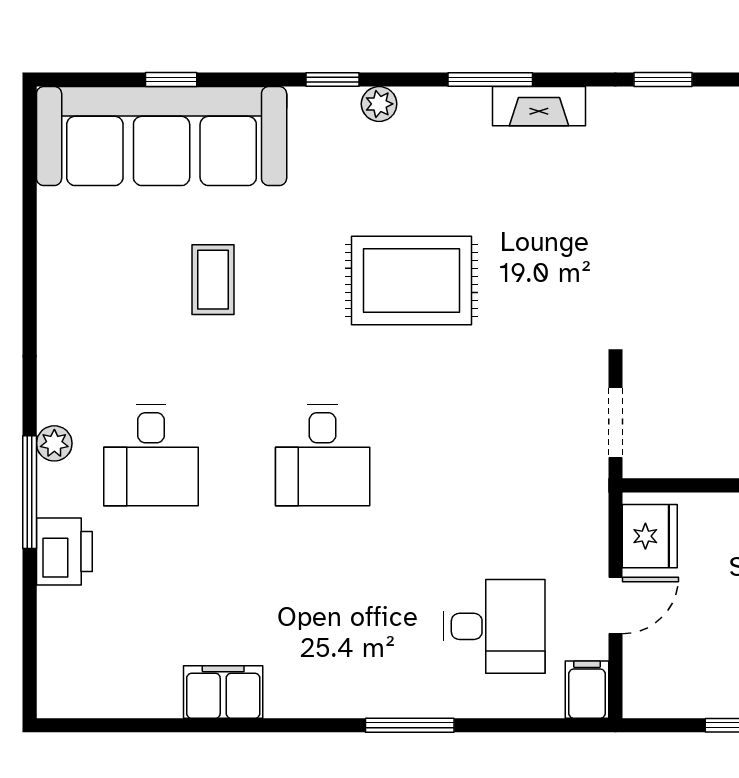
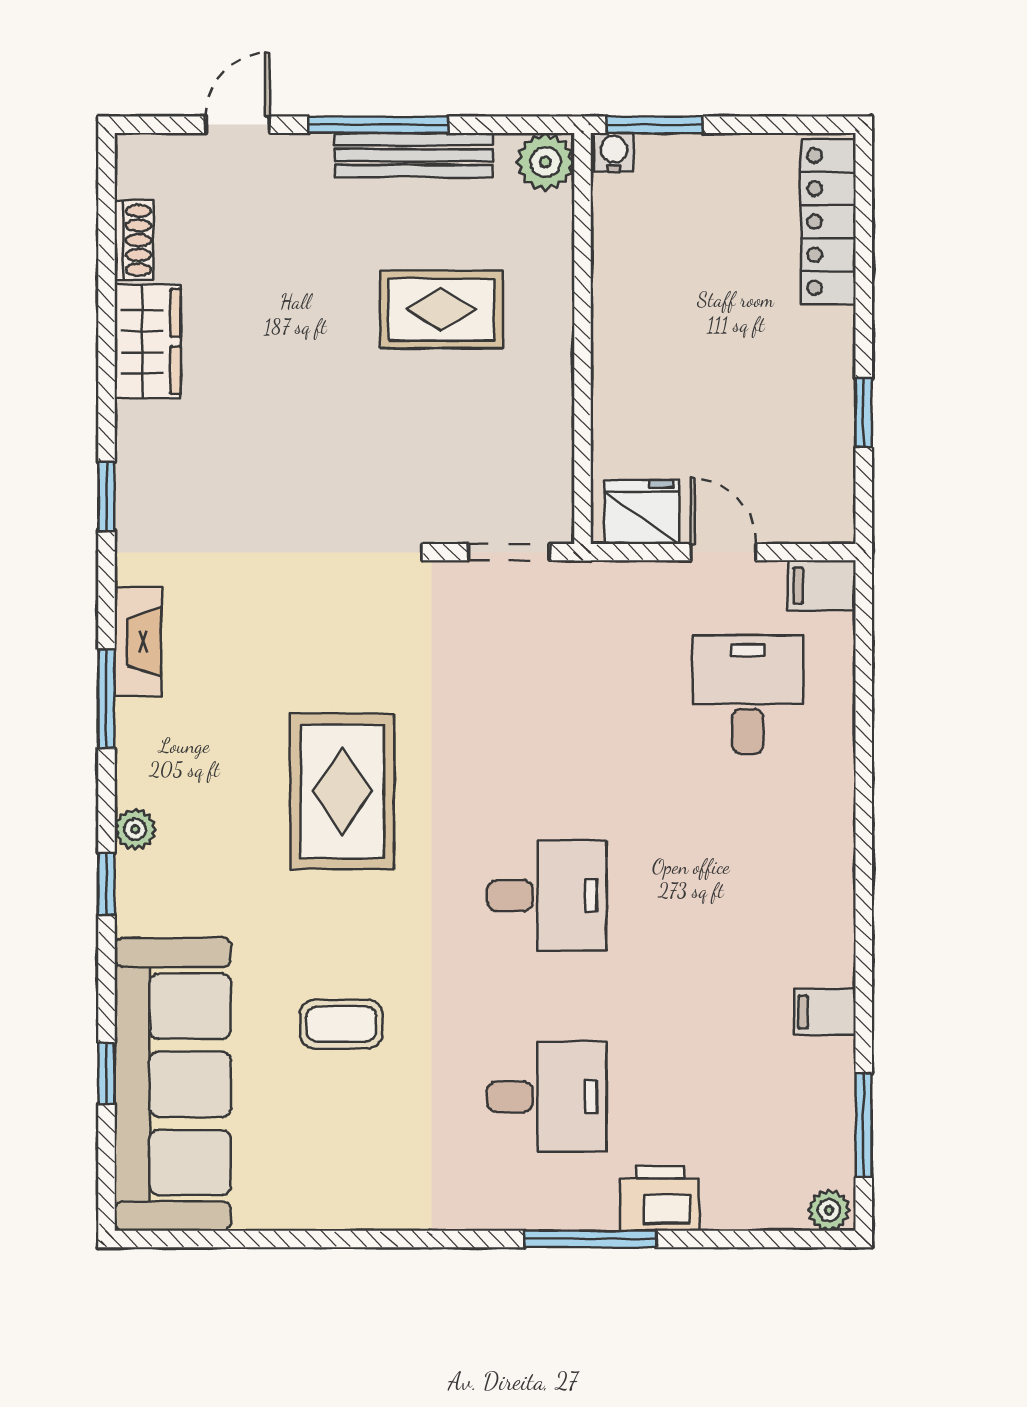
plant: (54, 443) -> (829, 1210), moved
filing cabinet: (223, 692) -> (825, 1012), width x0.50
window: (410, 725) -> (864, 1125), moved

